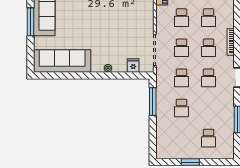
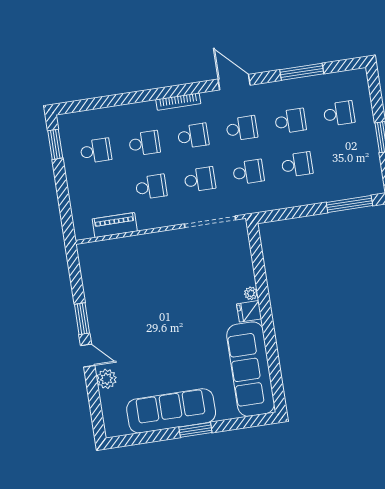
window: (30, 22) -> (195, 430), width x0.69
fridge: (133, 65) -> (249, 311), moved
window: (153, 101) -> (349, 204), moved
school desk: (208, 108) -> (290, 121), added

